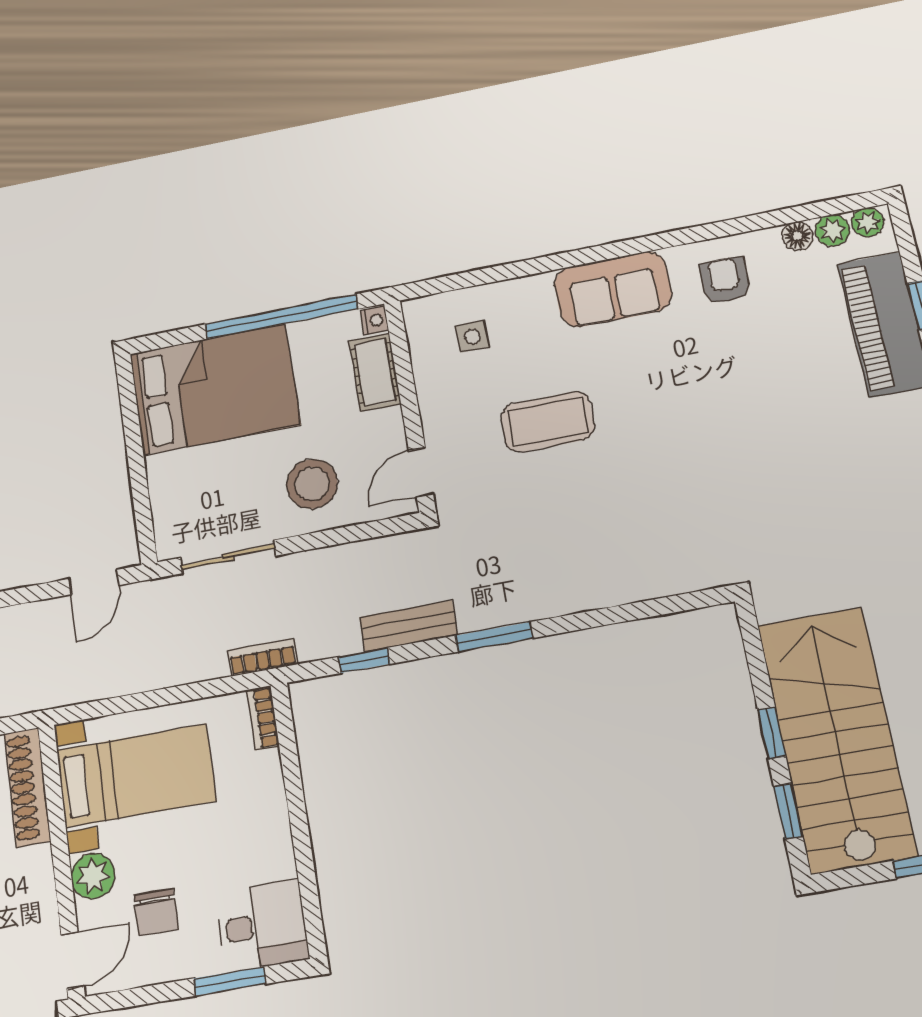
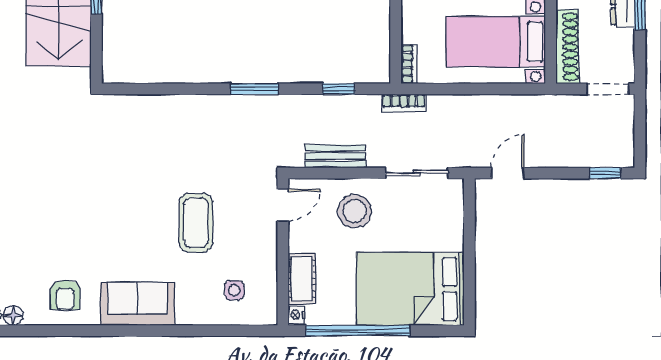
coffee table: (548, 422) -> (196, 223), turned 90
bench: (408, 626) -> (335, 156), moved

